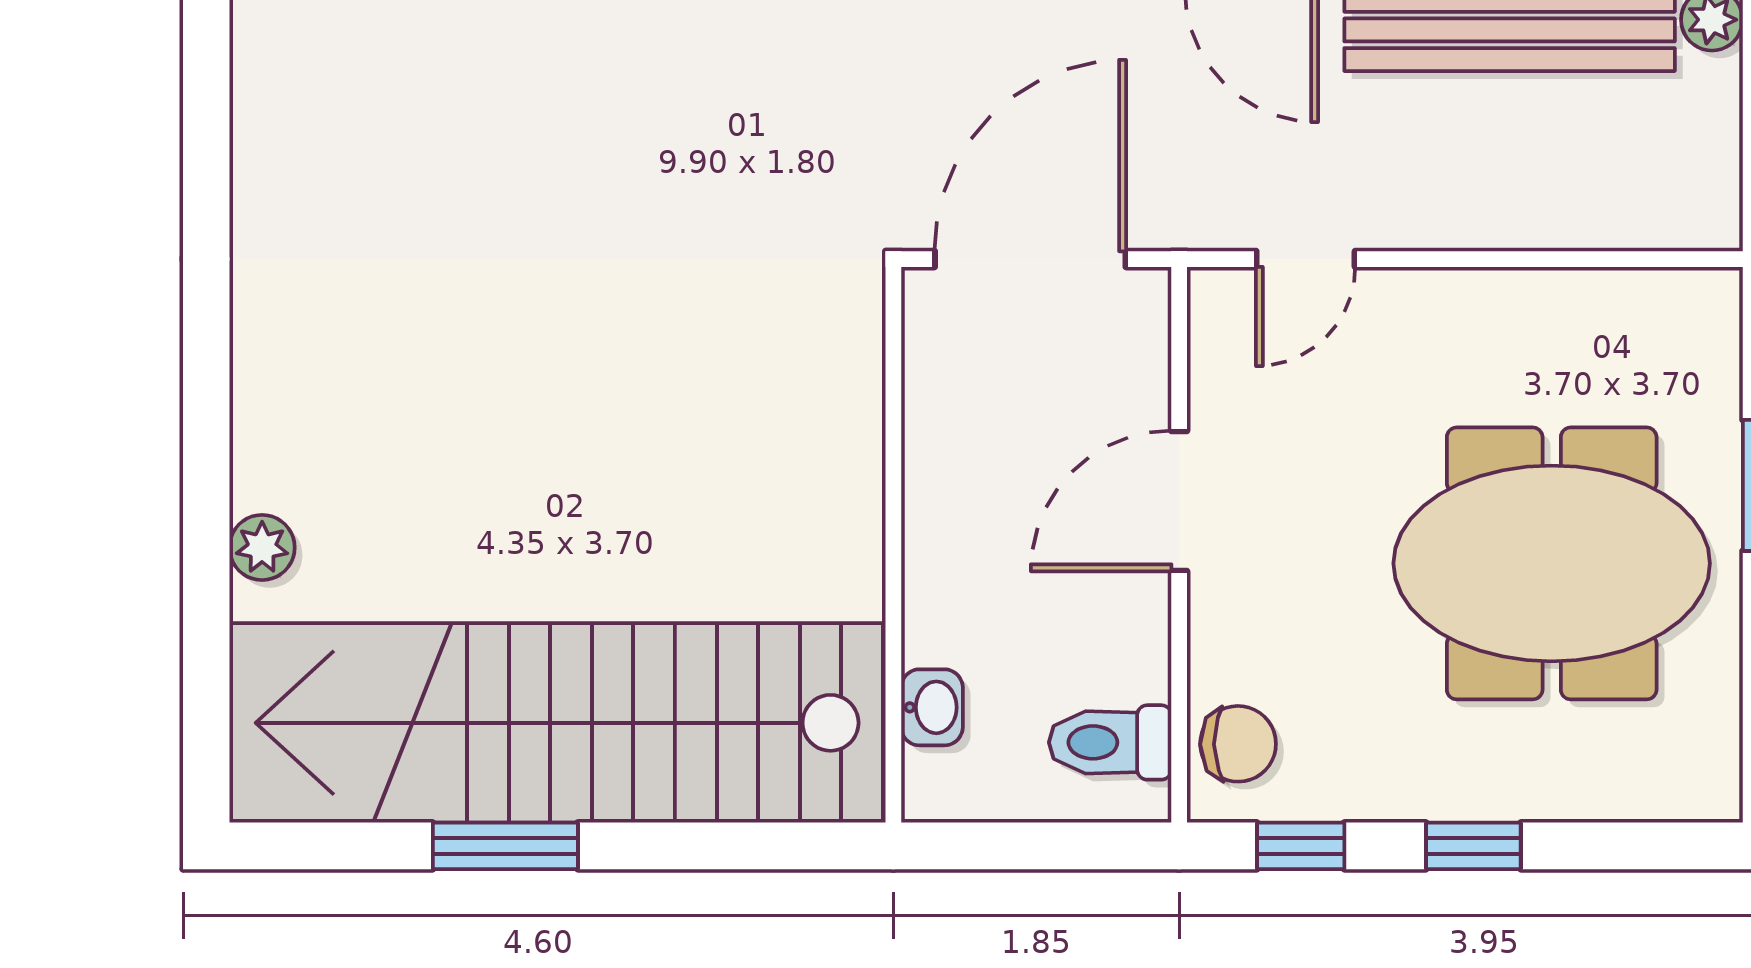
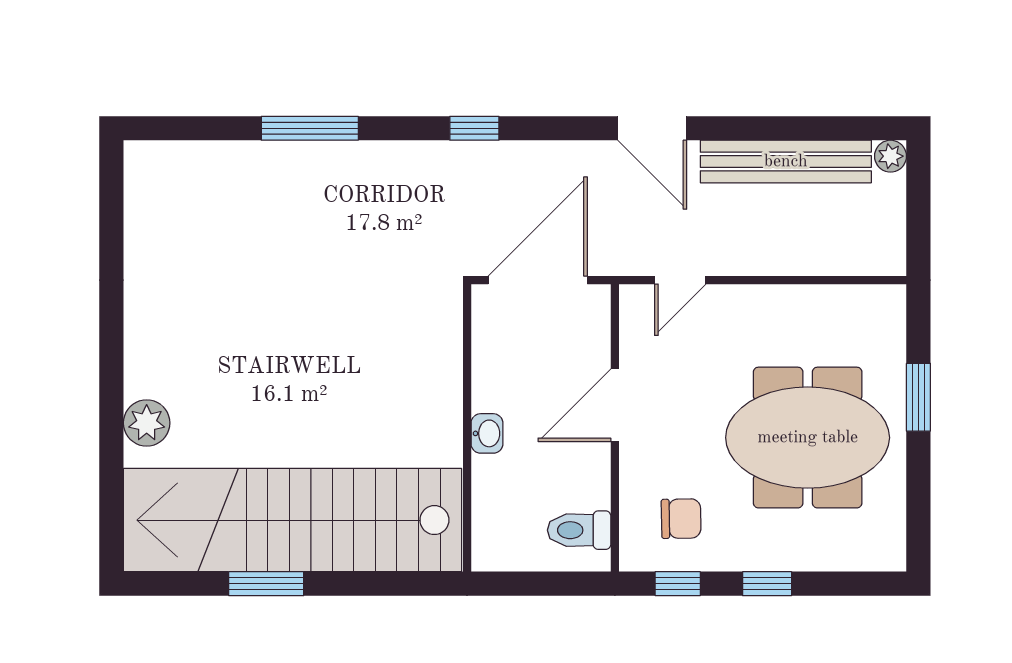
plant: (262, 547) -> (147, 423), width x1.38, depth x1.38
washbasin: (932, 707) -> (487, 433), moved
chair: (1238, 744) -> (681, 519), moved

